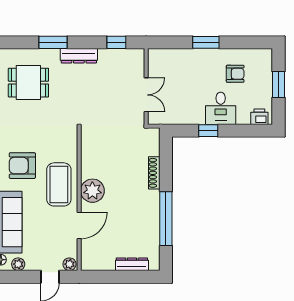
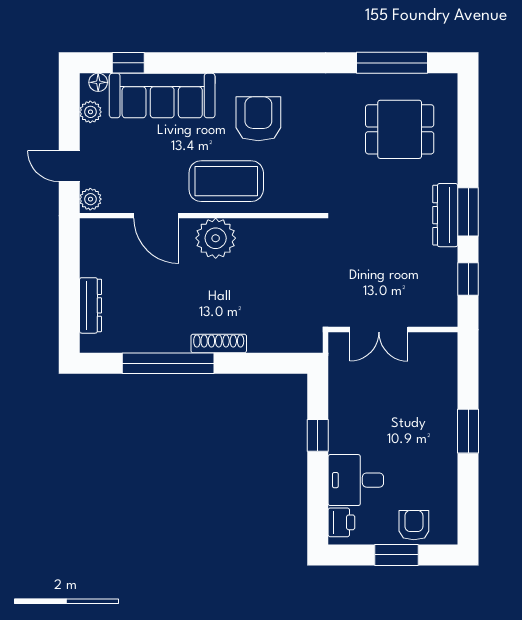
window: (53, 42) -> (468, 212), moved
armchair: (235, 74) -> (414, 525), moved, turned 180
dining table: (28, 83) -> (400, 129), turned 90
desk: (221, 108) -> (356, 480), moved
shoe rack: (154, 173) -> (219, 343), moved

